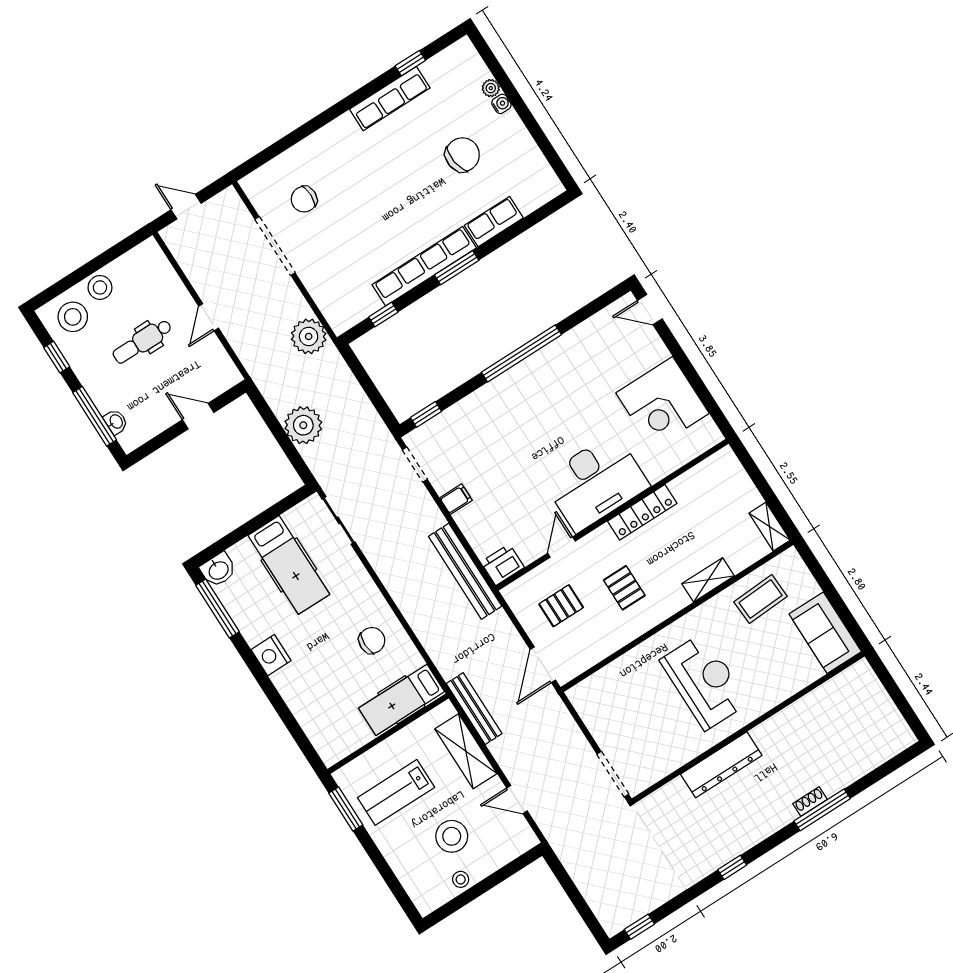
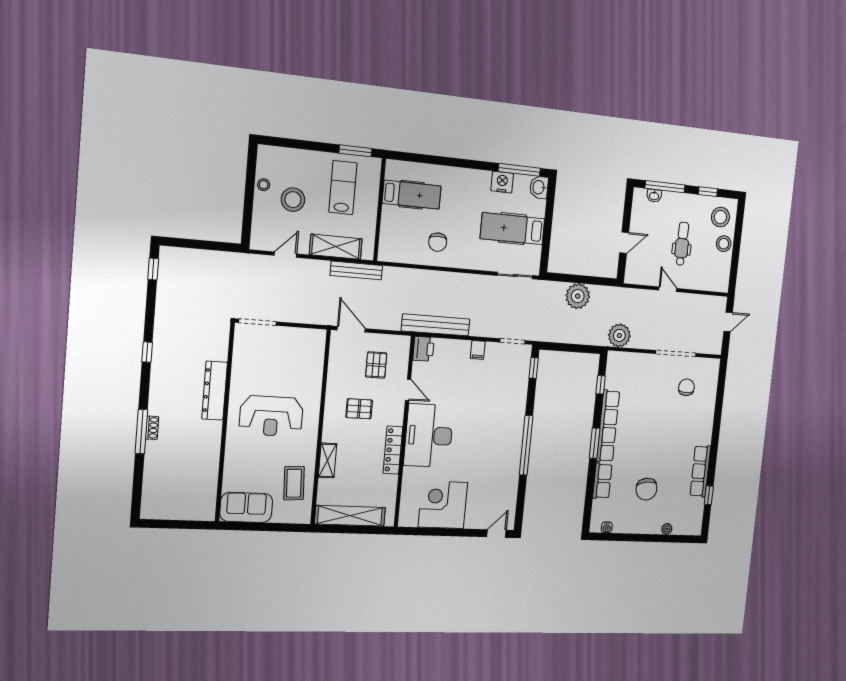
water cooler: (501, 104) -> (607, 527), moved
shelving: (770, 527) -> (350, 516), width x2.20, depth x1.33
nightstand: (271, 655) -> (502, 182), moved
hospital bed: (401, 700) -> (412, 195), moved, turned 90

